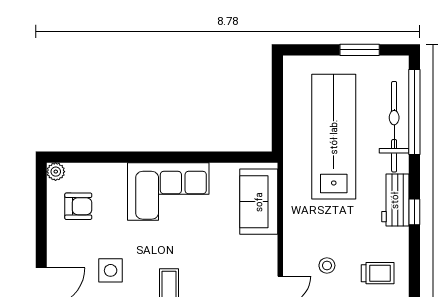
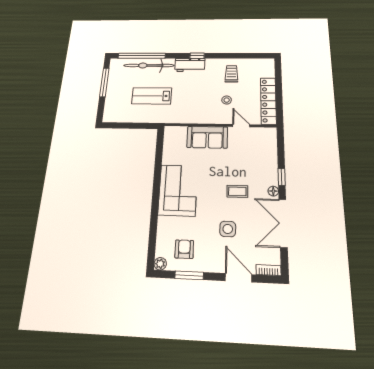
window: (360, 50) -> (104, 82), width x1.44
lab bench: (334, 137) -> (152, 96), width x0.54, depth x0.72
sofa: (259, 202) -> (207, 137), moved
window: (41, 215) -> (189, 275), added

